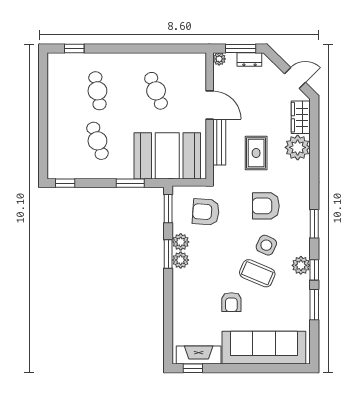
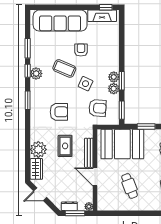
side table: (266, 245) -> (86, 84), moved

